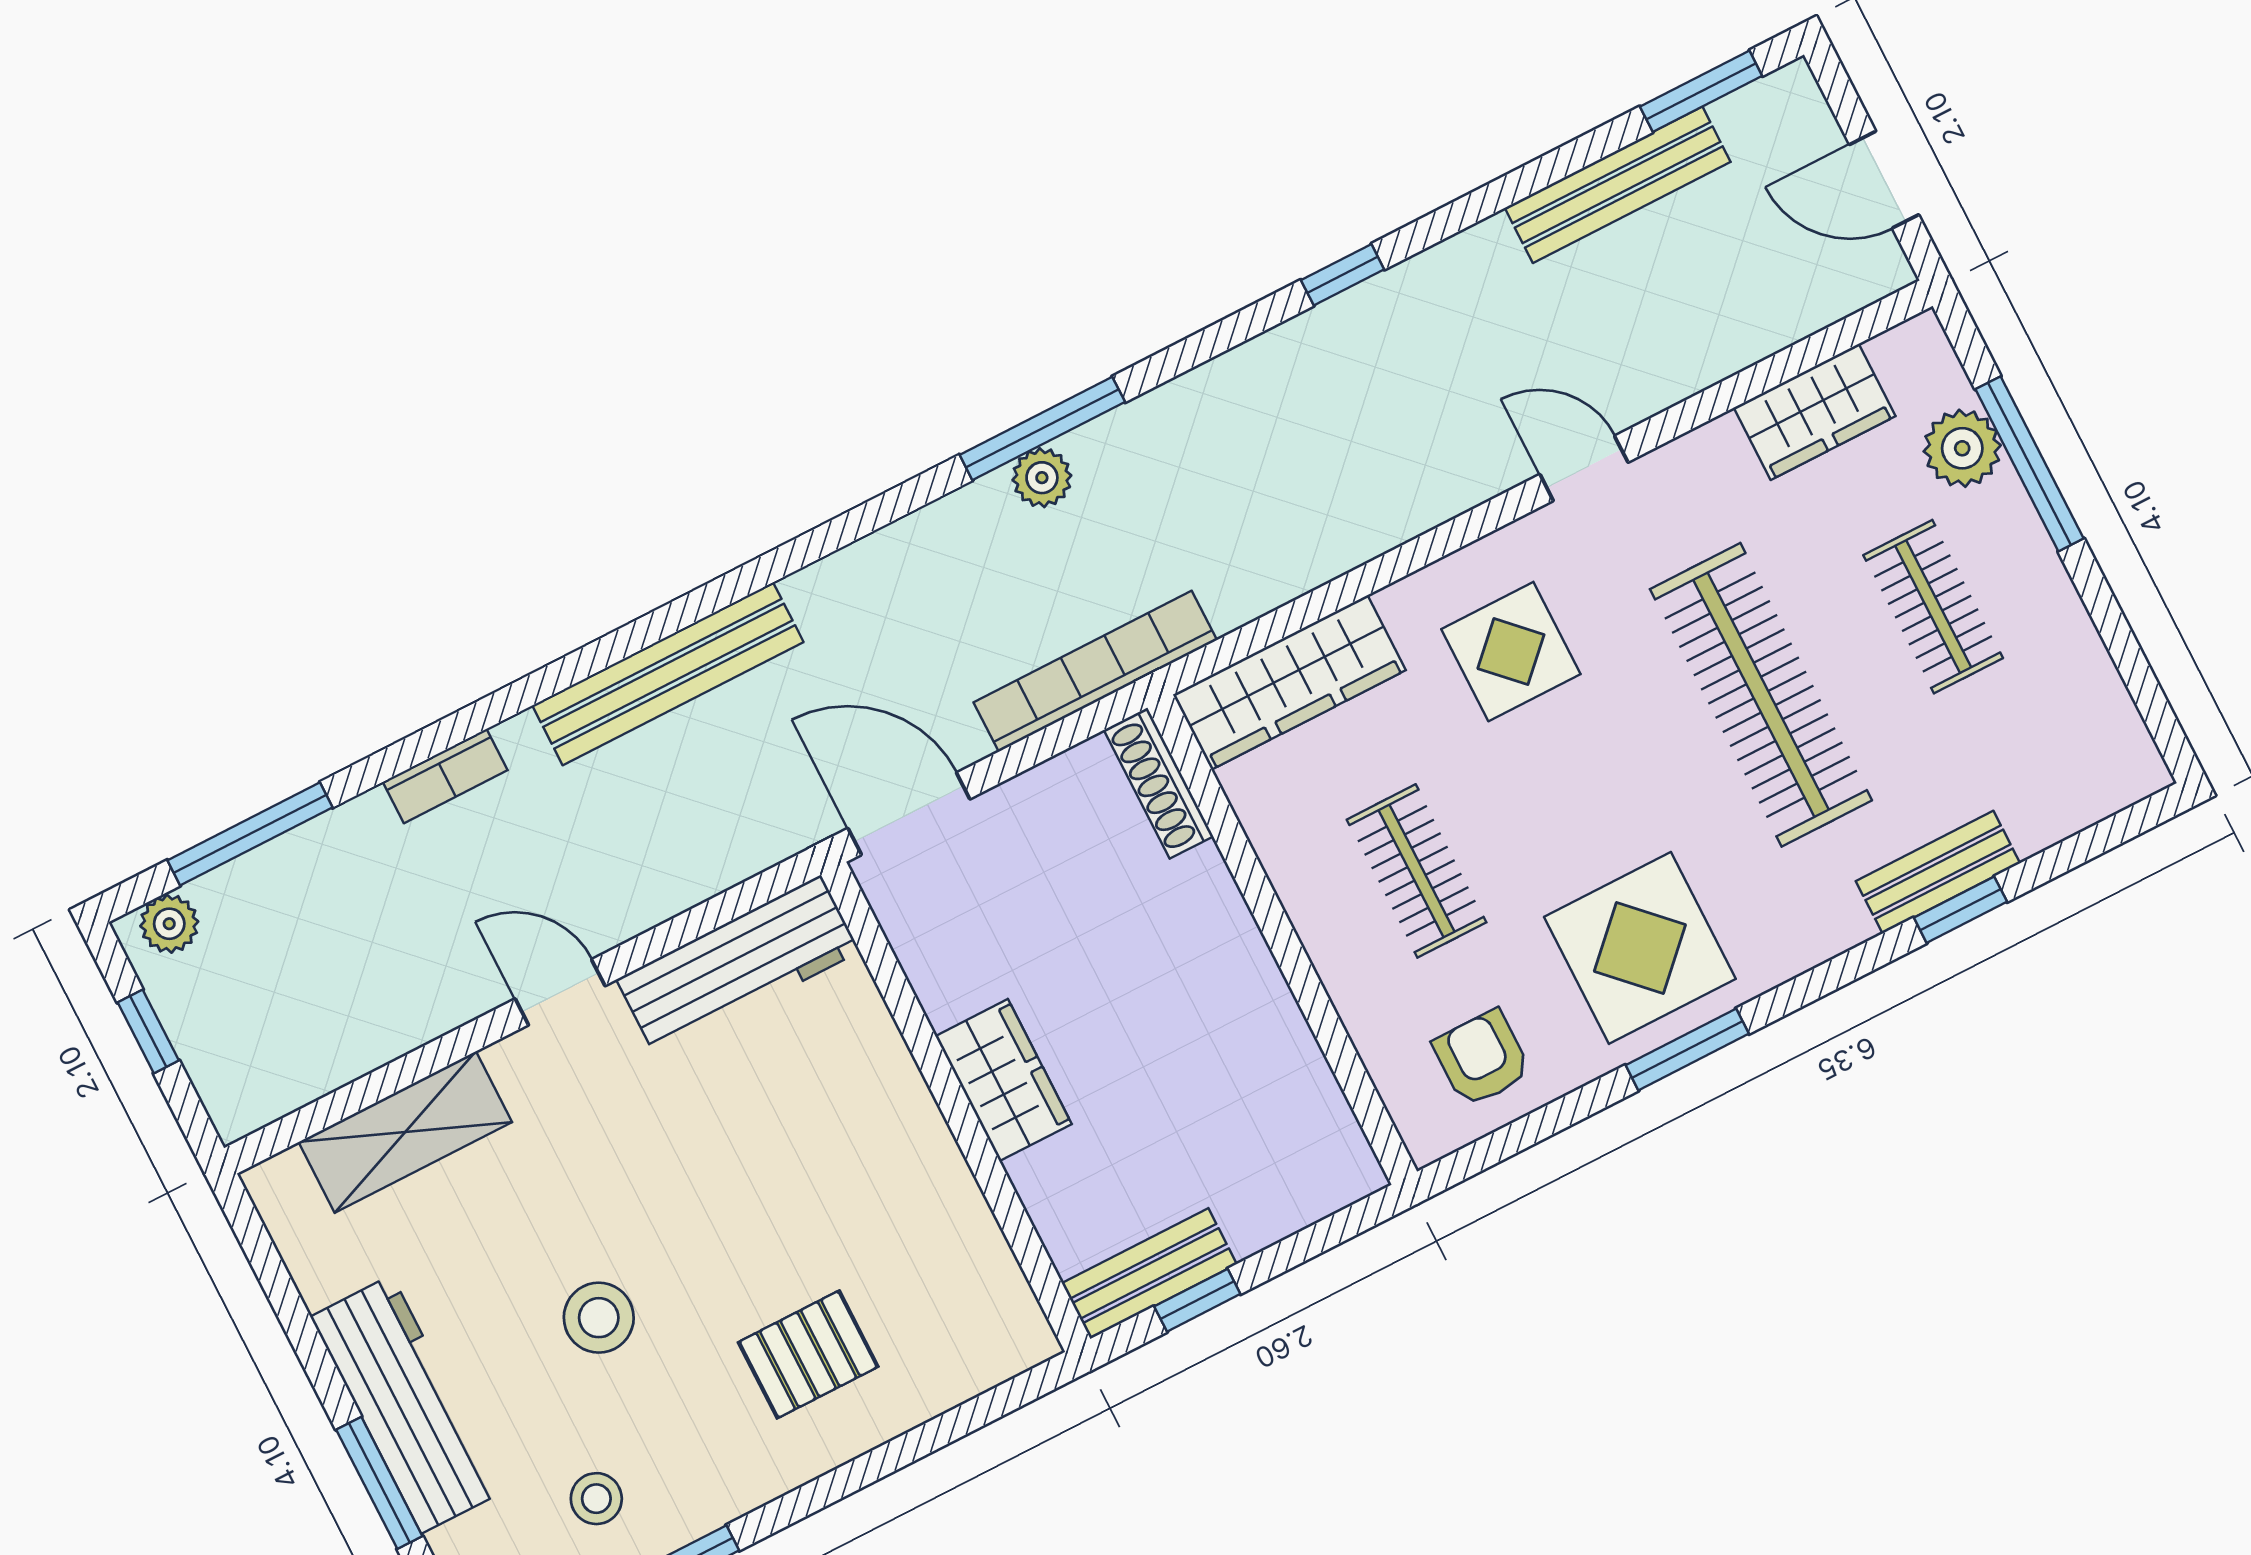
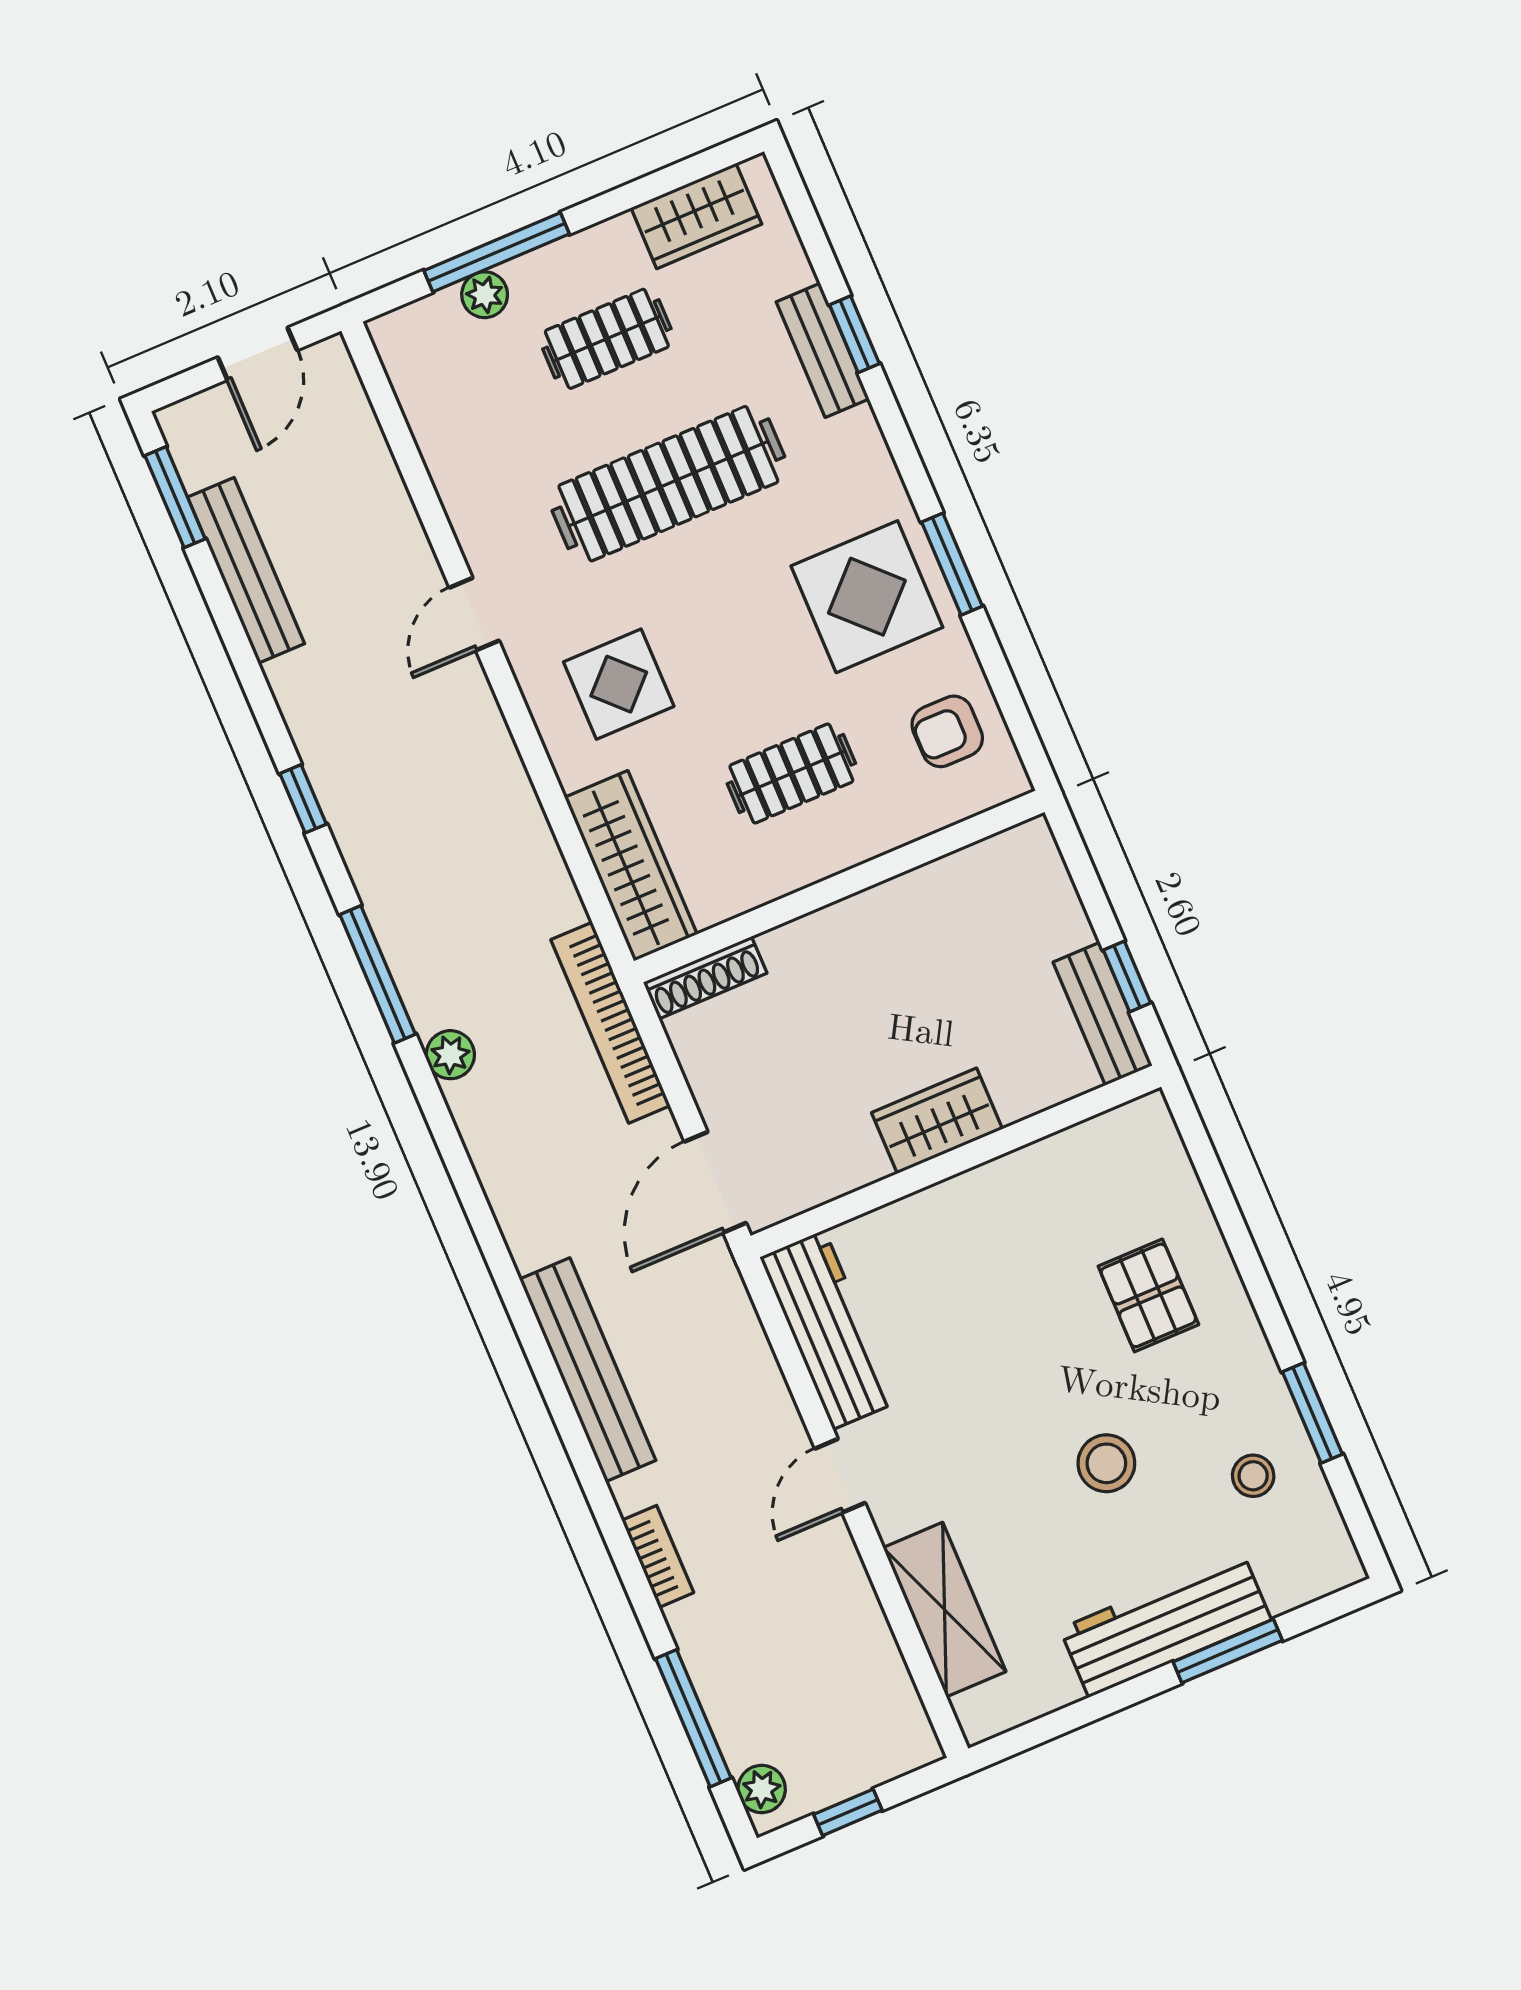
wardrobe: (1815, 412) -> (696, 216), moved, turned 90
window: (1042, 428) -> (378, 974), moved
plant: (1962, 448) -> (485, 295), width x0.73, depth x0.73

